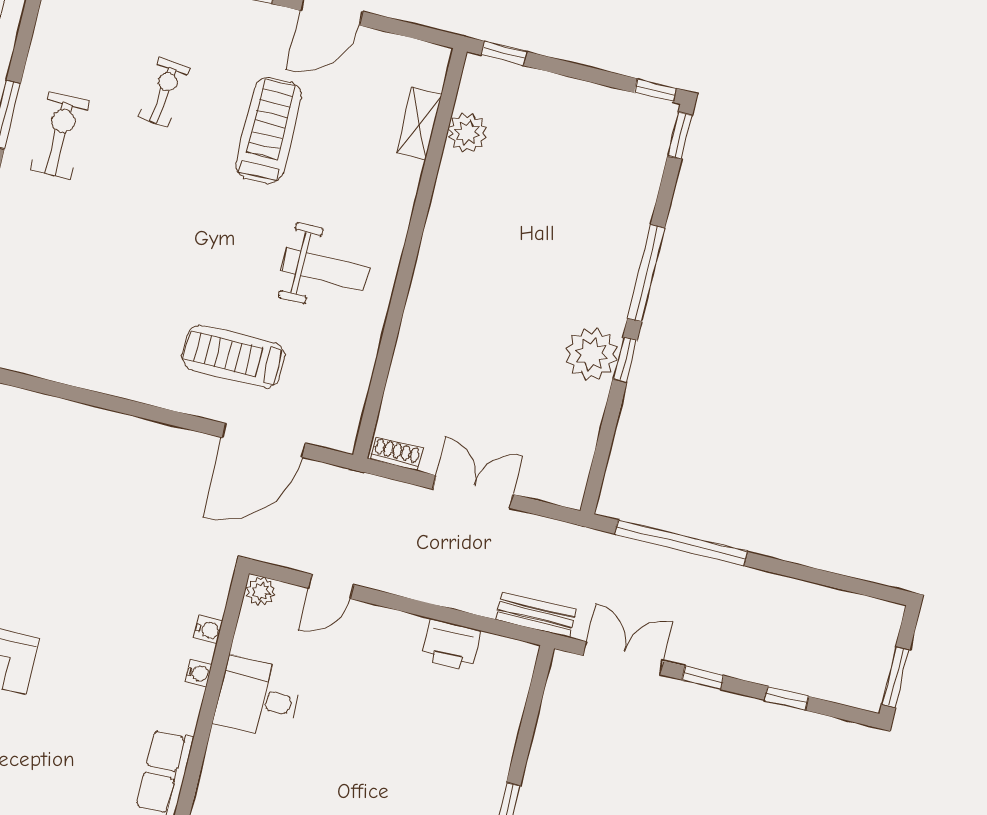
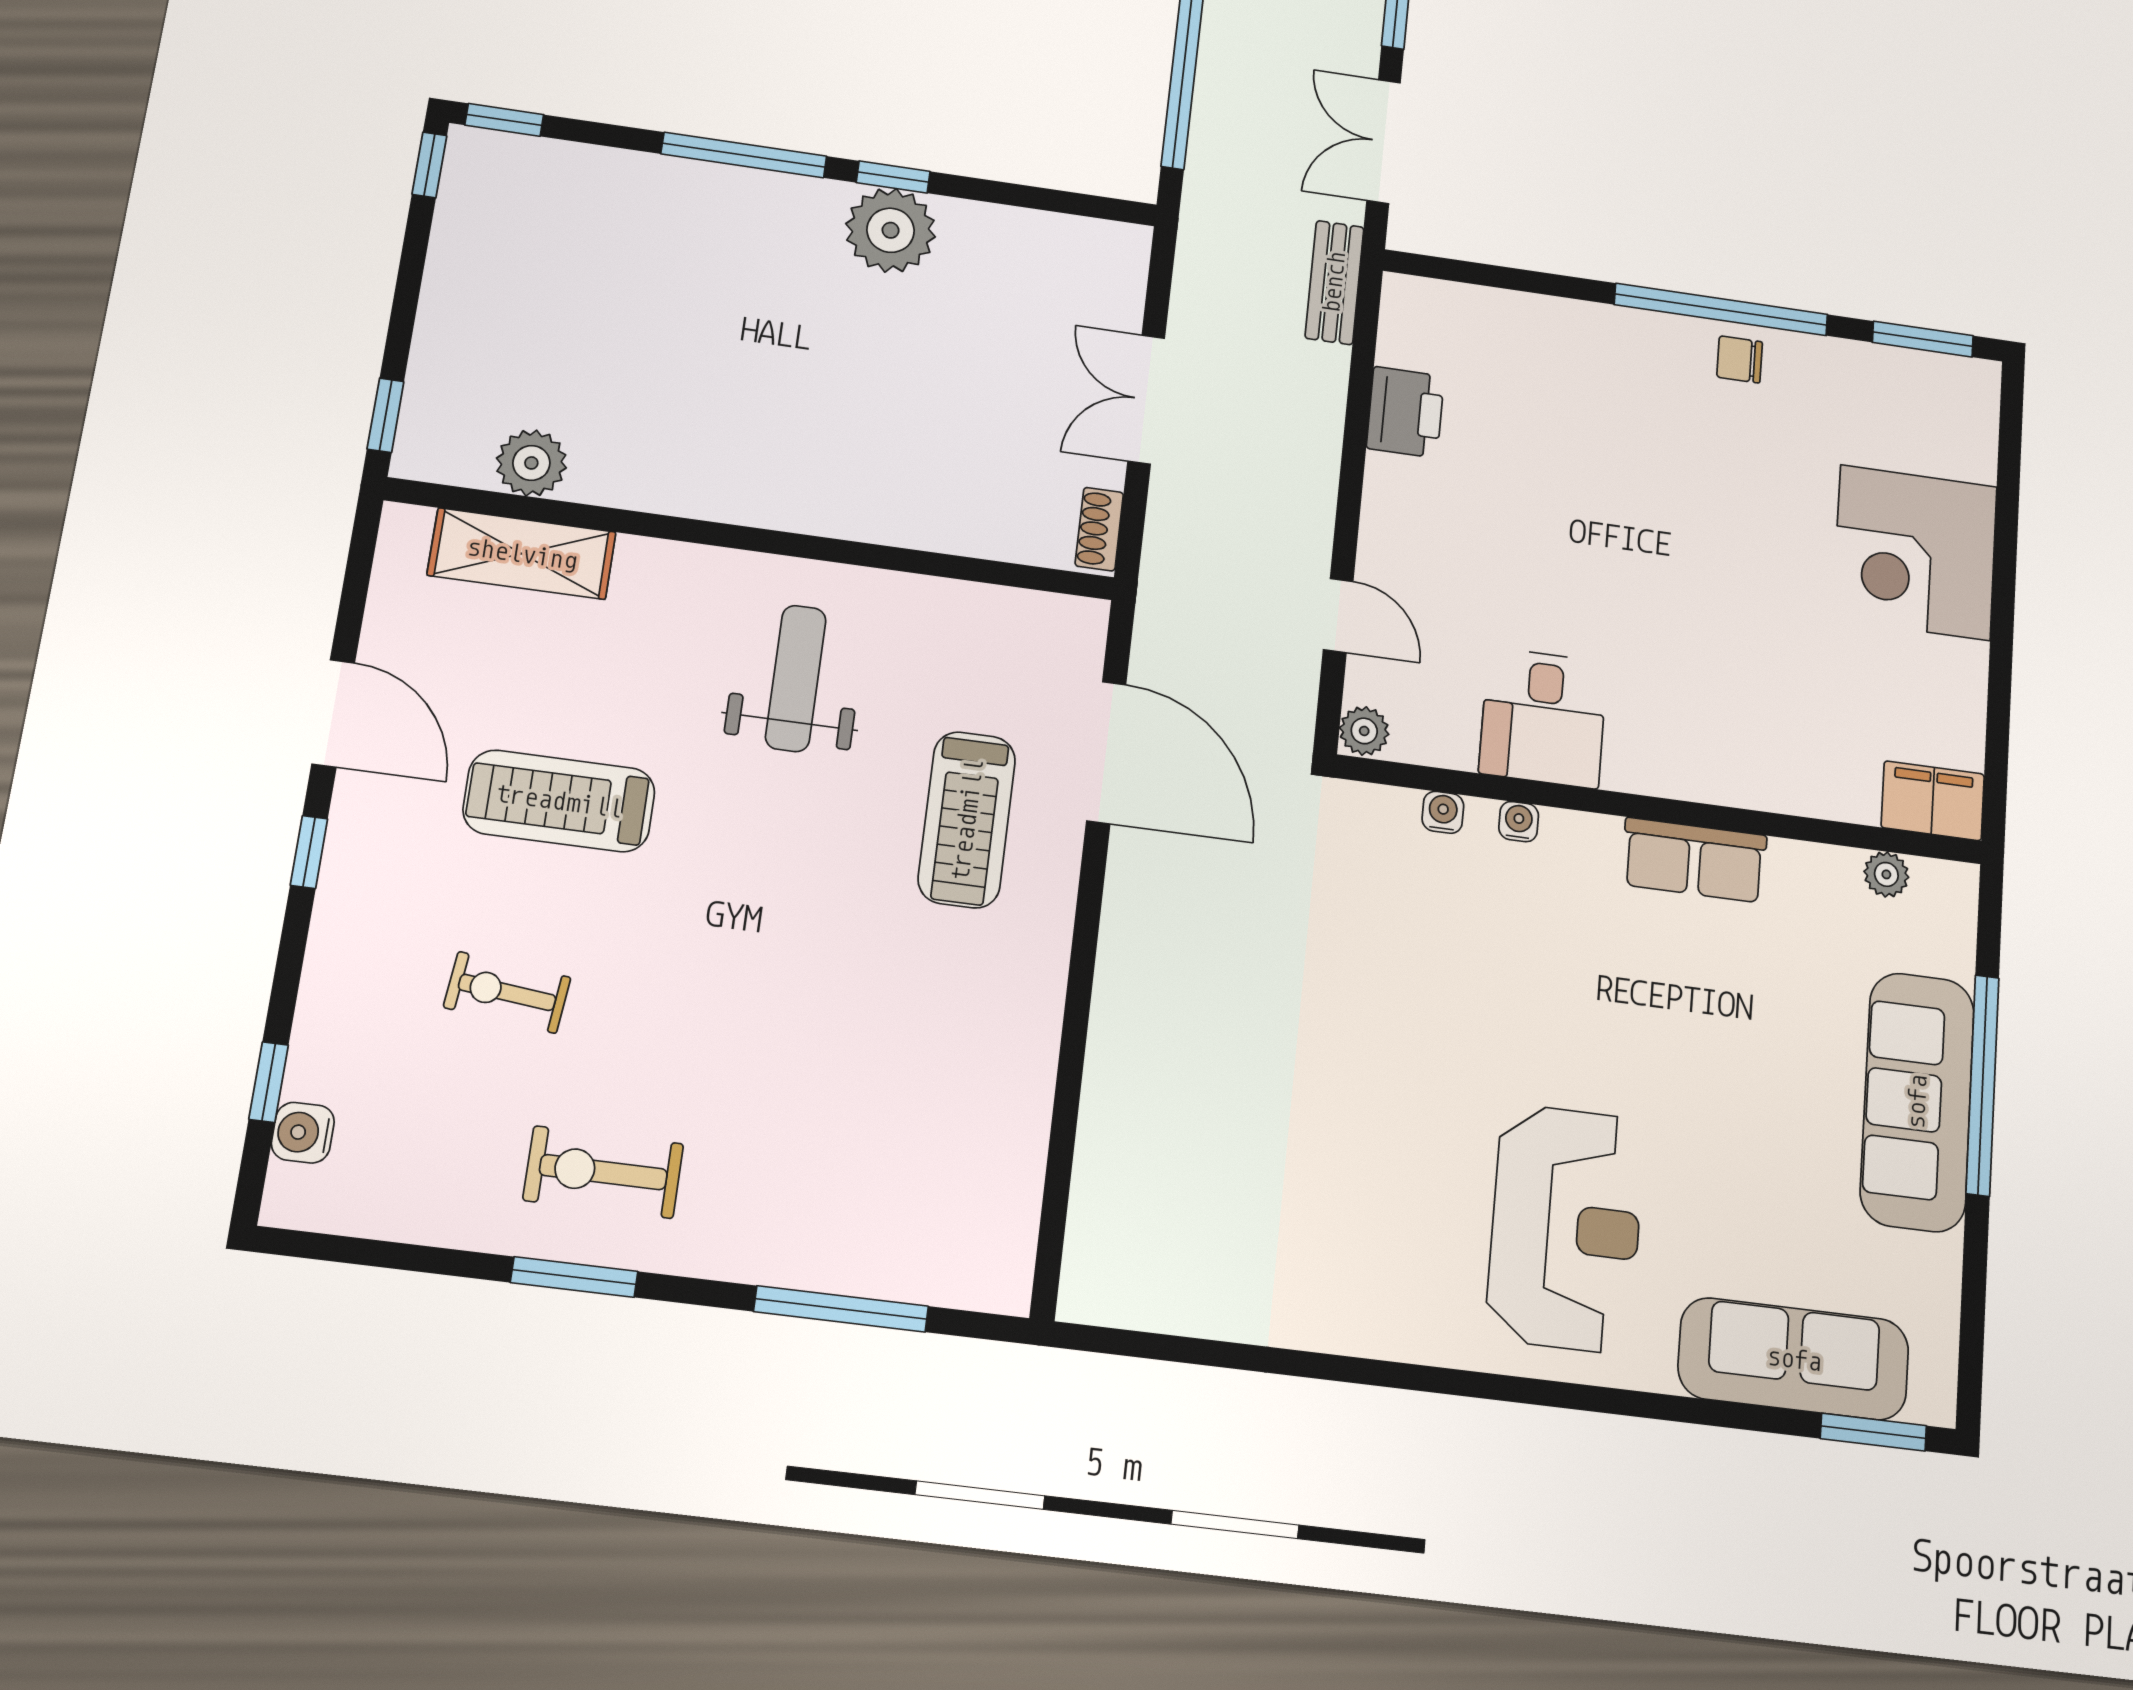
shelving: (419, 124) -> (522, 554), width x1.50, depth x1.33

